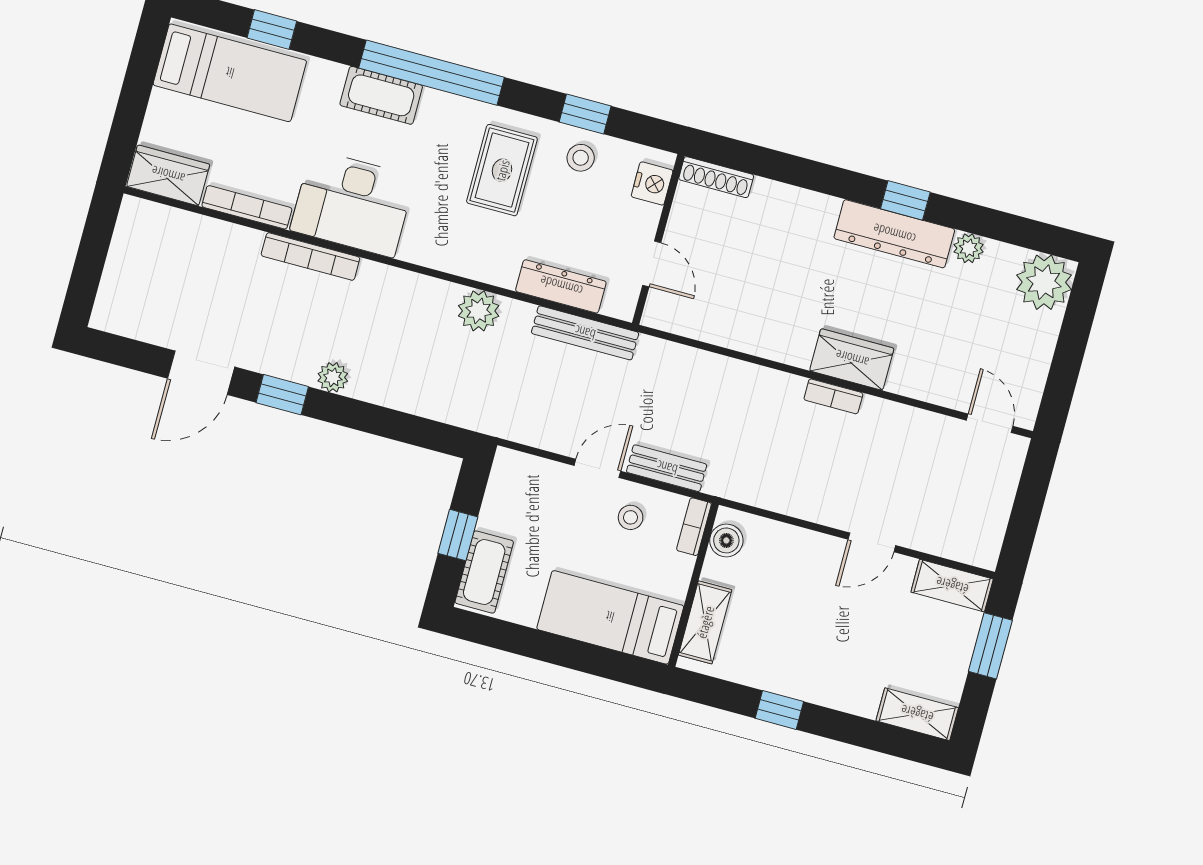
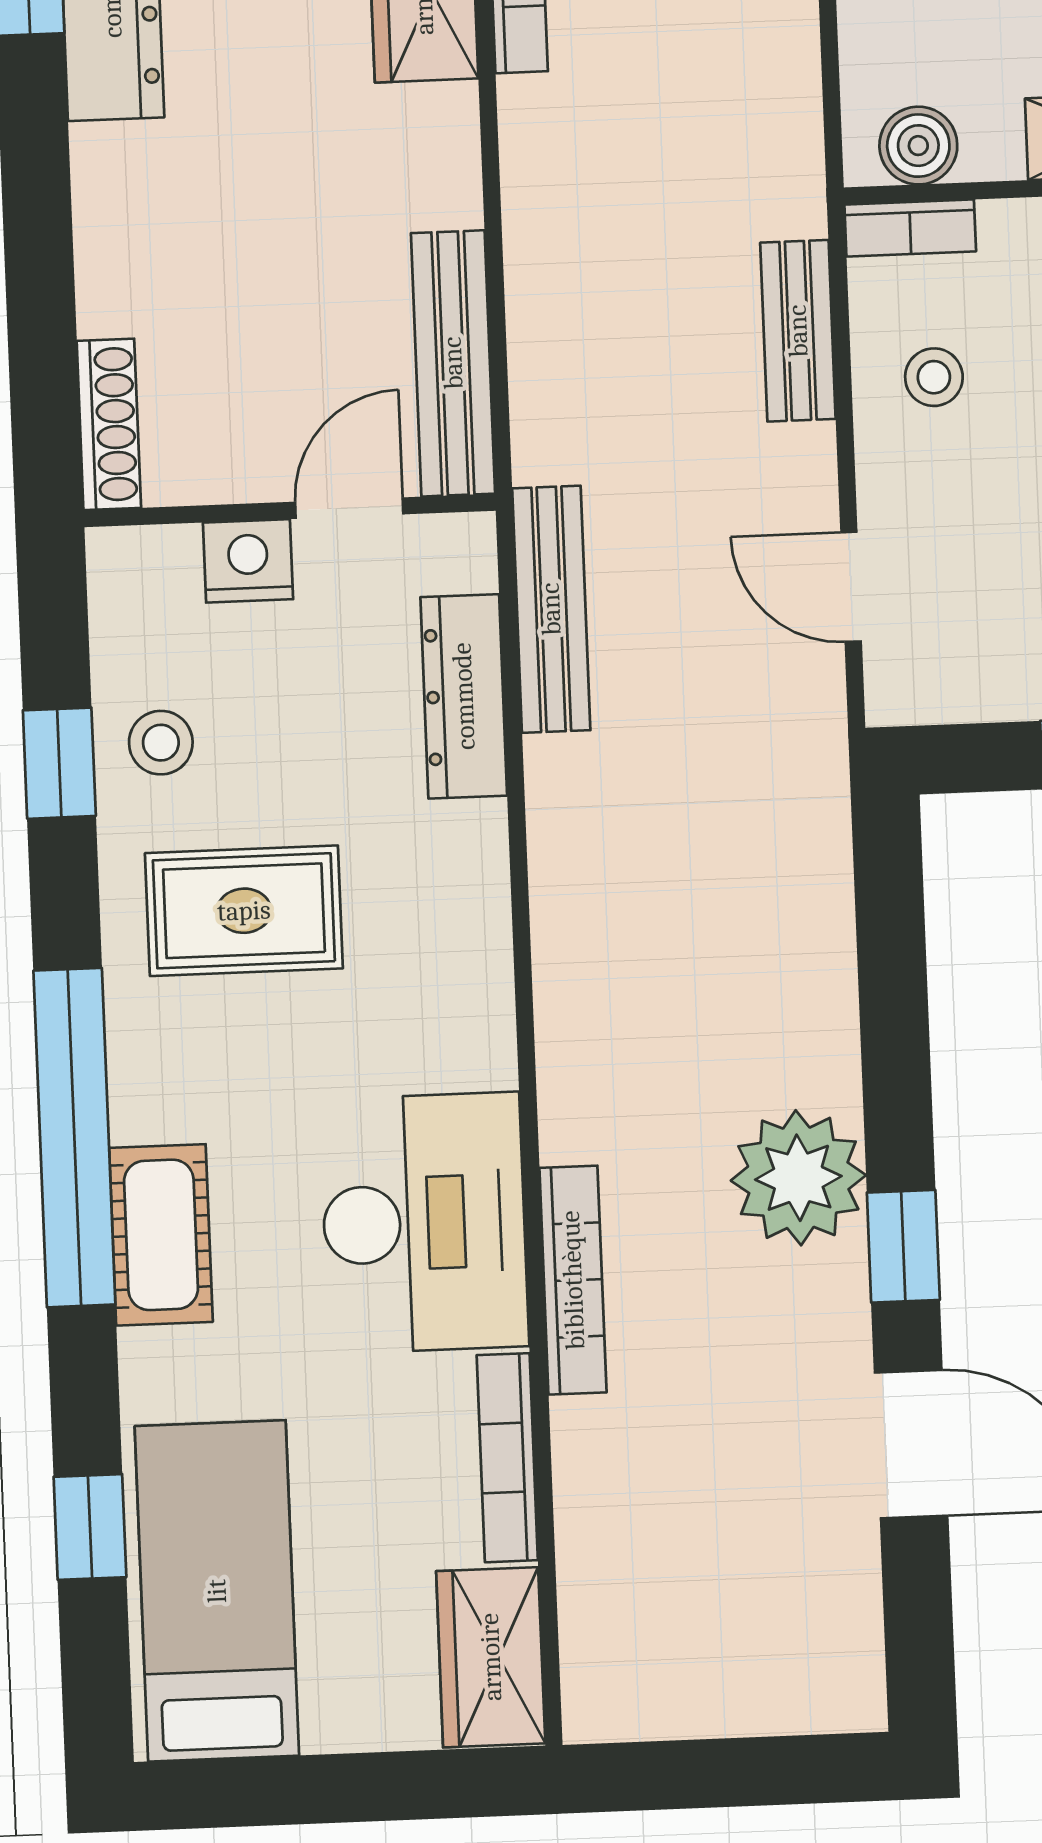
nightstand: (652, 183) -> (248, 561), moved
plant: (479, 311) -> (577, 864), removed
bench: (697, 324) -> (453, 363), added
plant: (333, 377) -> (798, 1178), width x1.87, depth x1.87
door: (597, 468) -> (851, 587), moved

